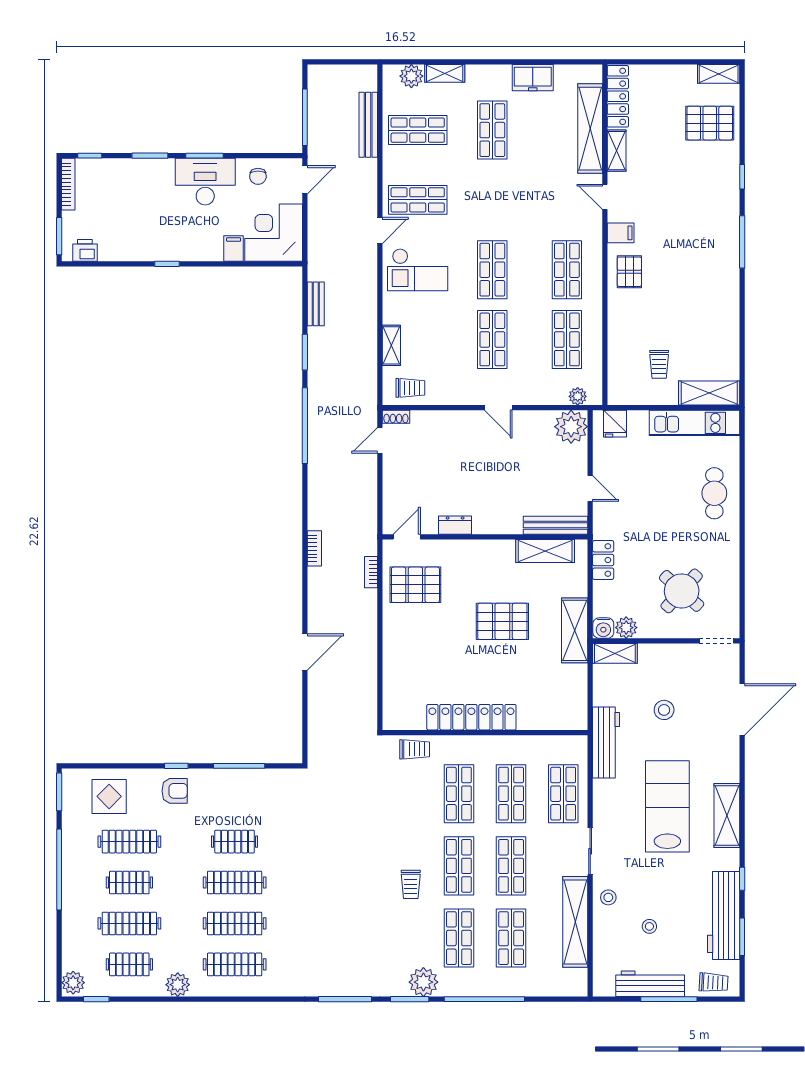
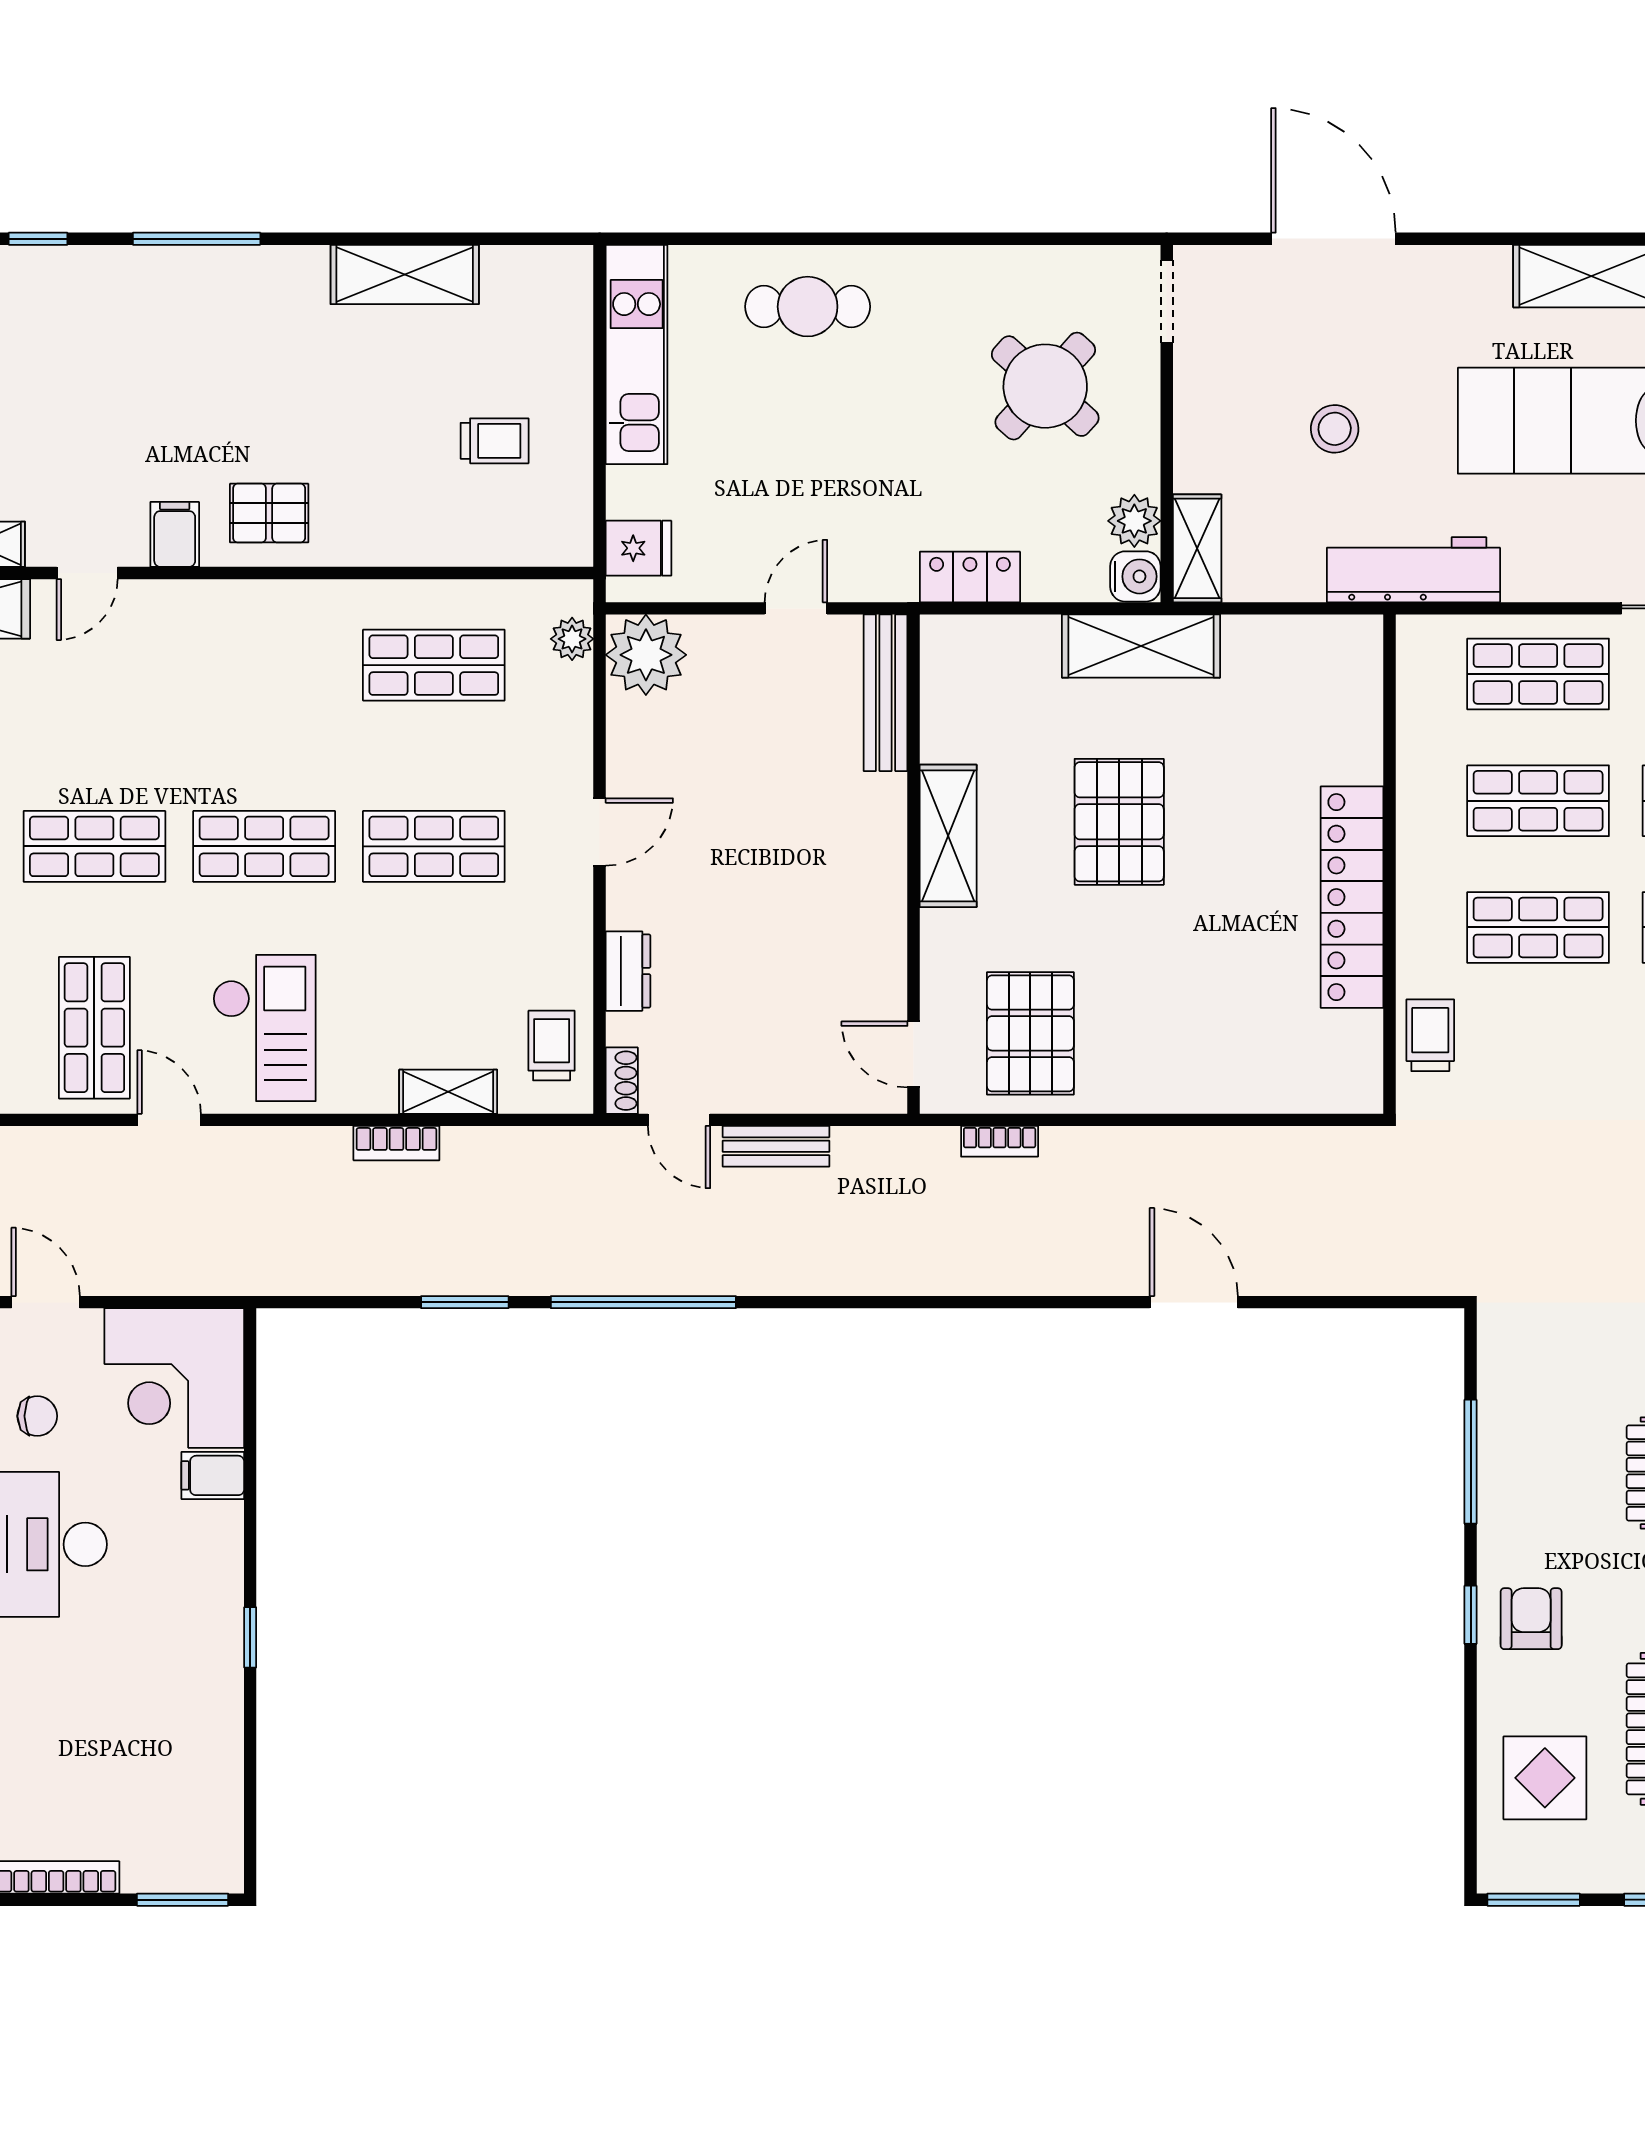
printer: (85, 250) -> (217, 1837), removed
shop shelf: (567, 270) -> (94, 846), moved
bench: (316, 304) -> (776, 1146), moved
shelving: (709, 393) -> (405, 274), moved, turned 90
dresser: (455, 525) -> (628, 971), moved, turned 180
bookcase: (314, 548) -> (396, 1143), moved, turned 180
shelving: (545, 551) -> (948, 836), moved

